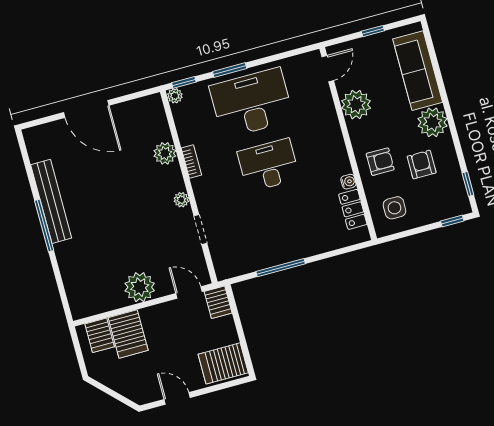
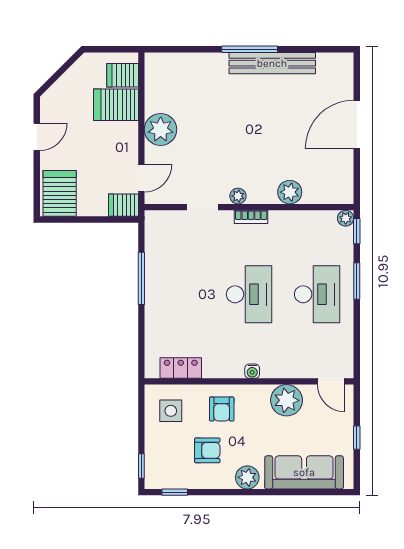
desk: (252, 103) -> (317, 294), width x0.73, depth x0.77
plant: (433, 122) -> (247, 477), width x0.73, depth x0.73
bookcase: (191, 162) -> (251, 217), moved
water cooler: (348, 182) -> (252, 371), moved

